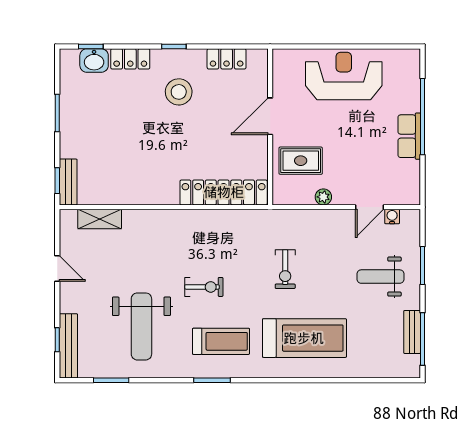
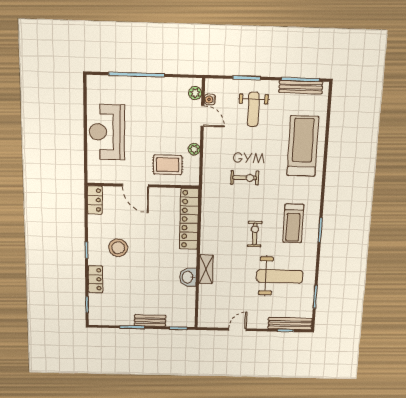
locker: (227, 59) -> (95, 200), moved
washbasin: (94, 60) -> (188, 277), moved, turned 180
row of seats: (409, 136) -> (151, 85), removed
rug: (301, 161) -> (168, 165), turned 90
bench: (68, 182) -> (150, 321), moved
plant: (400, 196) -> (195, 93), added
shelving: (100, 219) -> (206, 269), moved
bench: (412, 332) -> (301, 87), width x1.36
treadmill: (304, 338) -> (303, 146), moved
treadmill: (221, 341) -> (293, 223), turned 180

